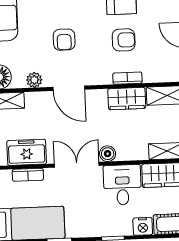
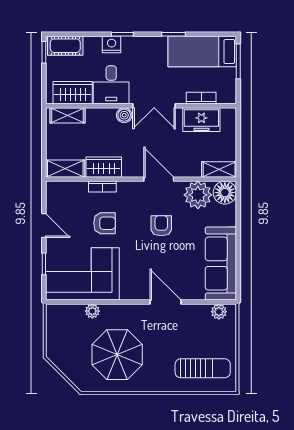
armchair: (124, 40) -> (104, 223), turned 180
plant: (34, 80) -> (198, 195), width x1.88, depth x1.88
nightstand: (143, 226) -> (112, 44), moved

